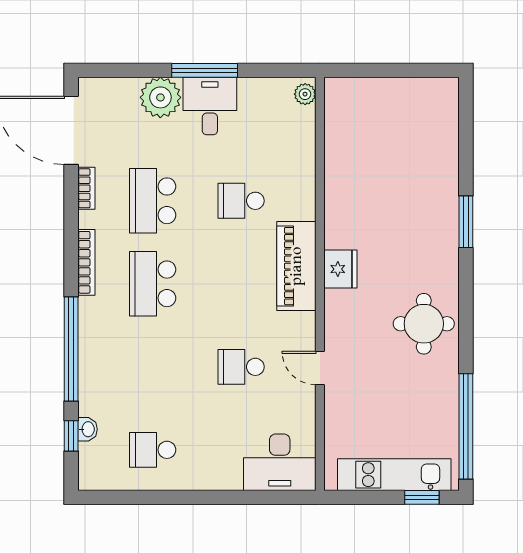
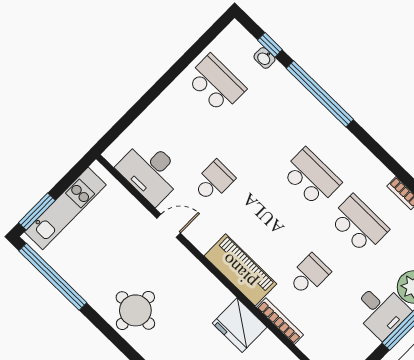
bookcase: (86, 262) -> (280, 321), moved, turned 180
fridge: (340, 269) -> (240, 325), moved, width x1.36, depth x1.34
school desk: (153, 450) -> (216, 84), width x1.85
desk: (280, 462) -> (150, 171), moved, turned -90
window: (422, 497) -> (37, 212), width x1.50

